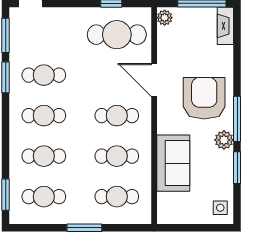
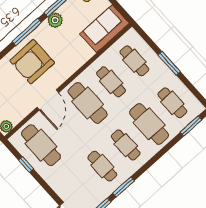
cafe table: (117, 116) -> (88, 103), width x1.37, depth x1.35
plant: (224, 140) -> (55, 20), moved
cafe table: (44, 156) -> (149, 124), width x1.37, depth x1.35
sofa: (173, 163) -> (105, 29), moved

